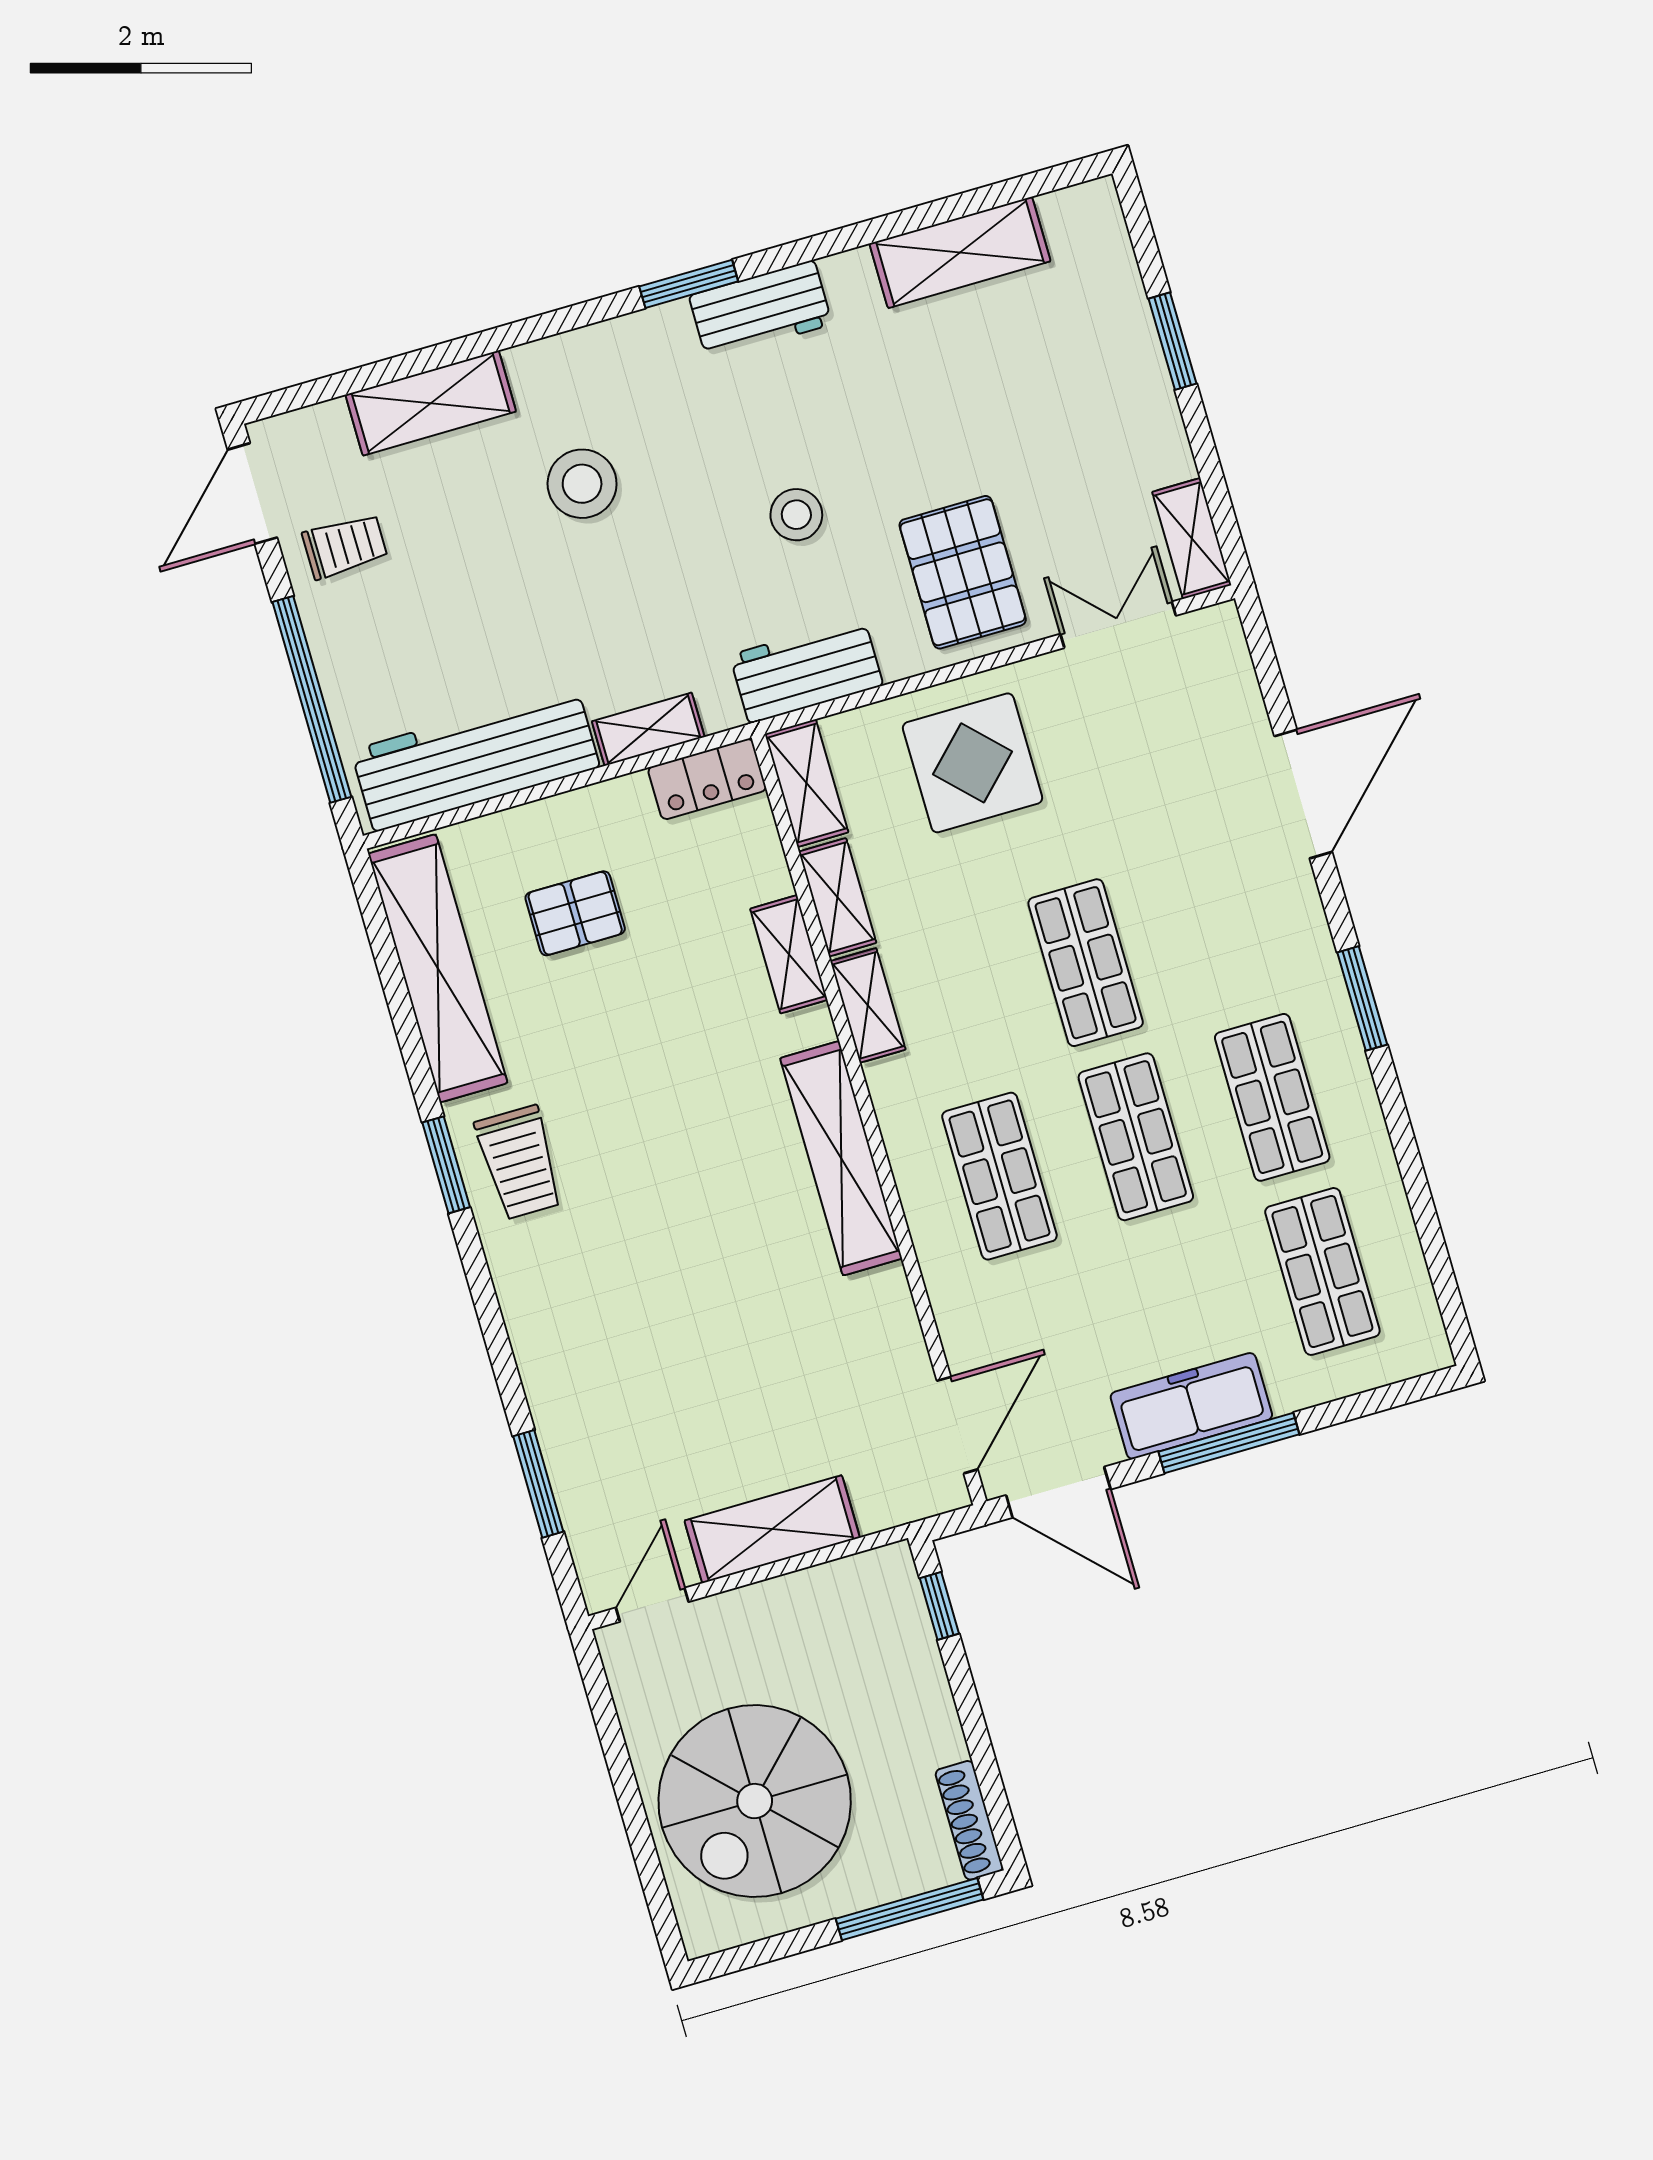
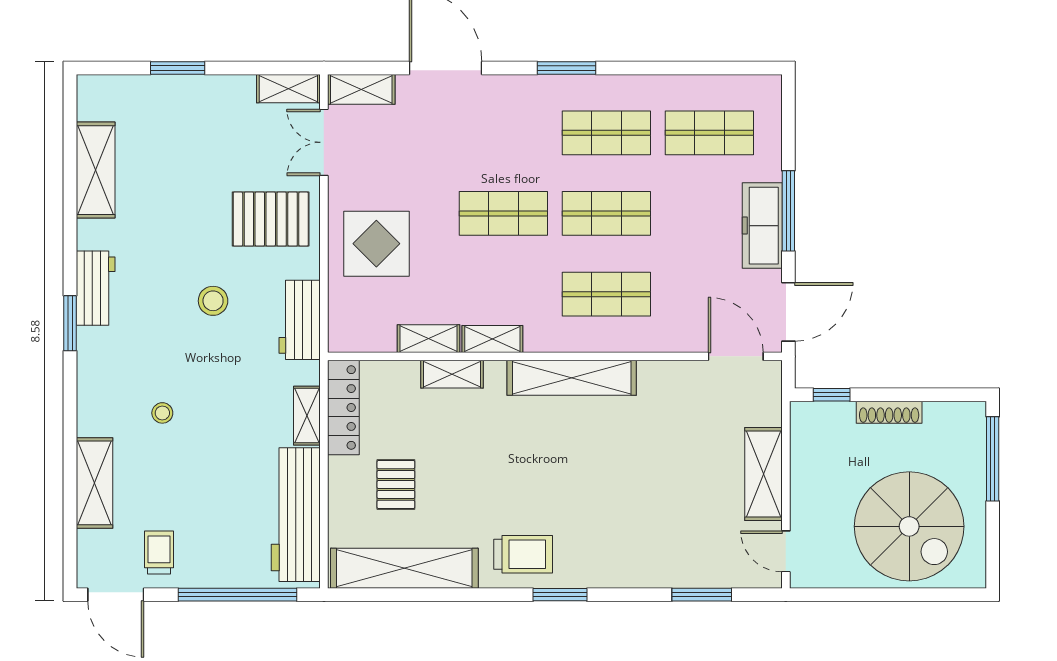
stool: (582, 484) -> (162, 413), width x0.53, depth x0.53
locker: (707, 779) -> (343, 408), width x1.53
shelving: (807, 783) -> (361, 89), moved
window: (446, 1165) -> (560, 595), moved
shoe rack: (969, 1820) -> (889, 412), moved

